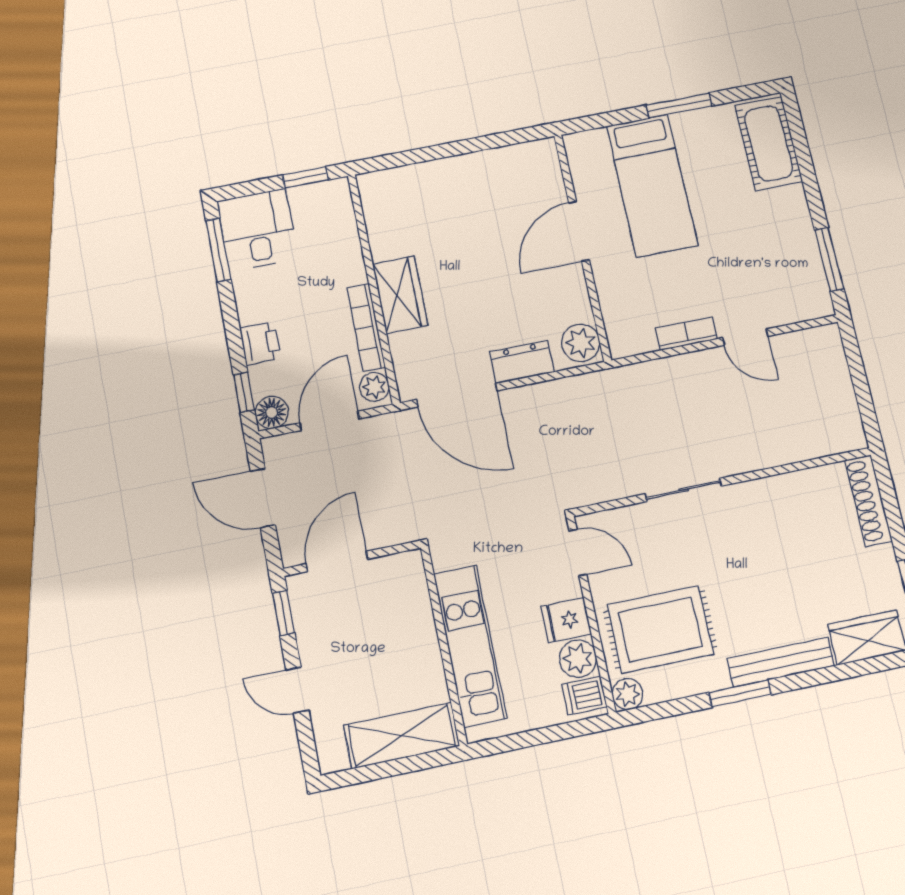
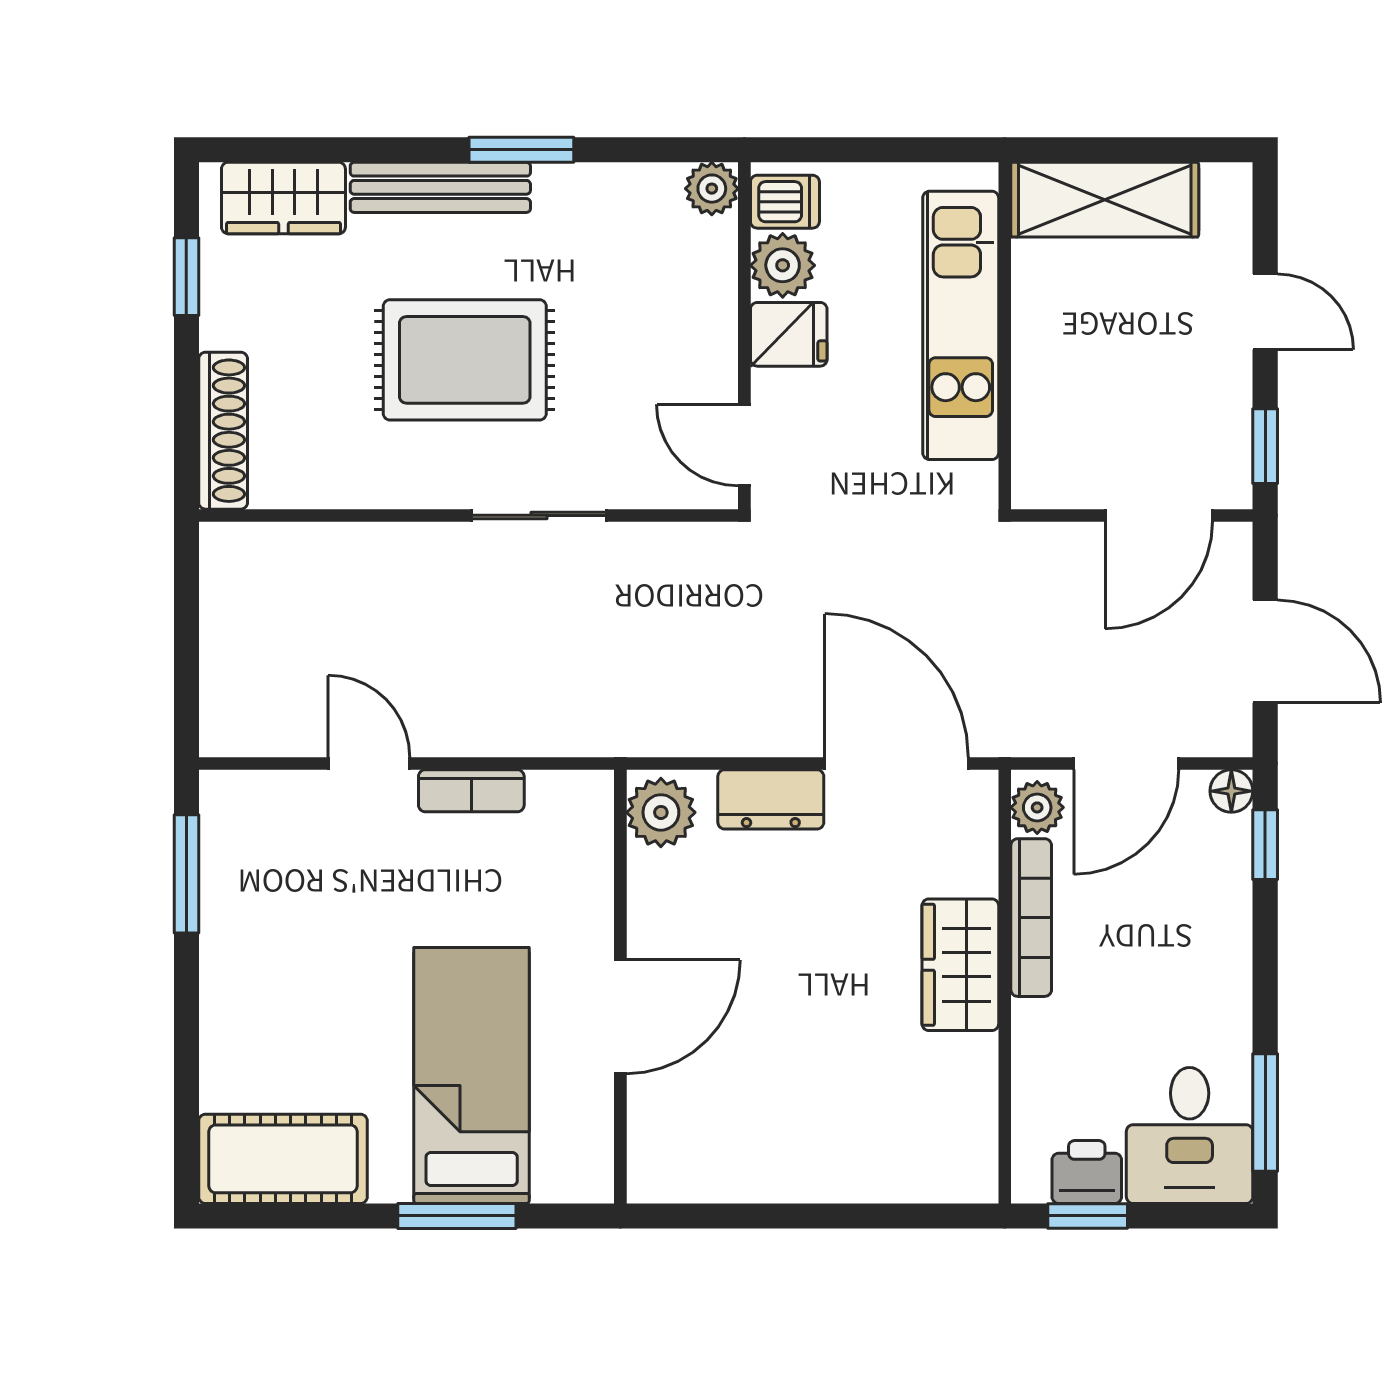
window: (679, 105) -> (457, 1216), moved
cot: (769, 143) -> (283, 1159), moved, turned 90
printer: (260, 343) -> (1087, 1172), moved, turned 90
floor lamp: (272, 412) -> (1231, 791), width x0.73, depth x0.73
rug: (660, 629) -> (465, 360), moved

